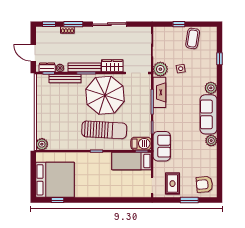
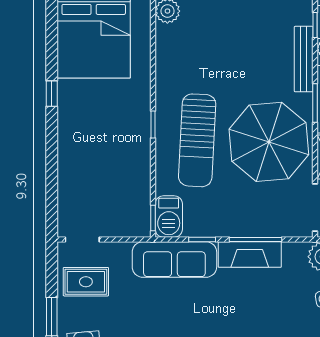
fireplace: (159, 92) -> (250, 255), moved
sofa: (162, 146) -> (174, 260), width x1.36
bed: (131, 161) -> (133, 197), removed
window: (58, 200) -> (52, 94), moved

